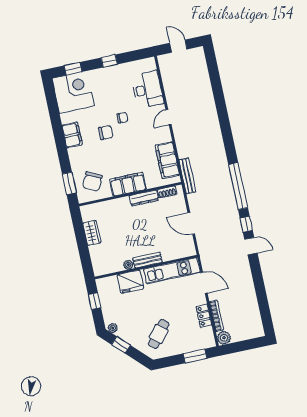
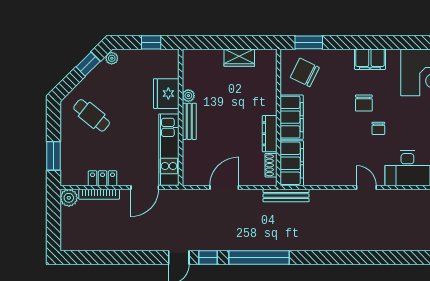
filing cabinet: (167, 160) -> (292, 163), moved, turned 90

